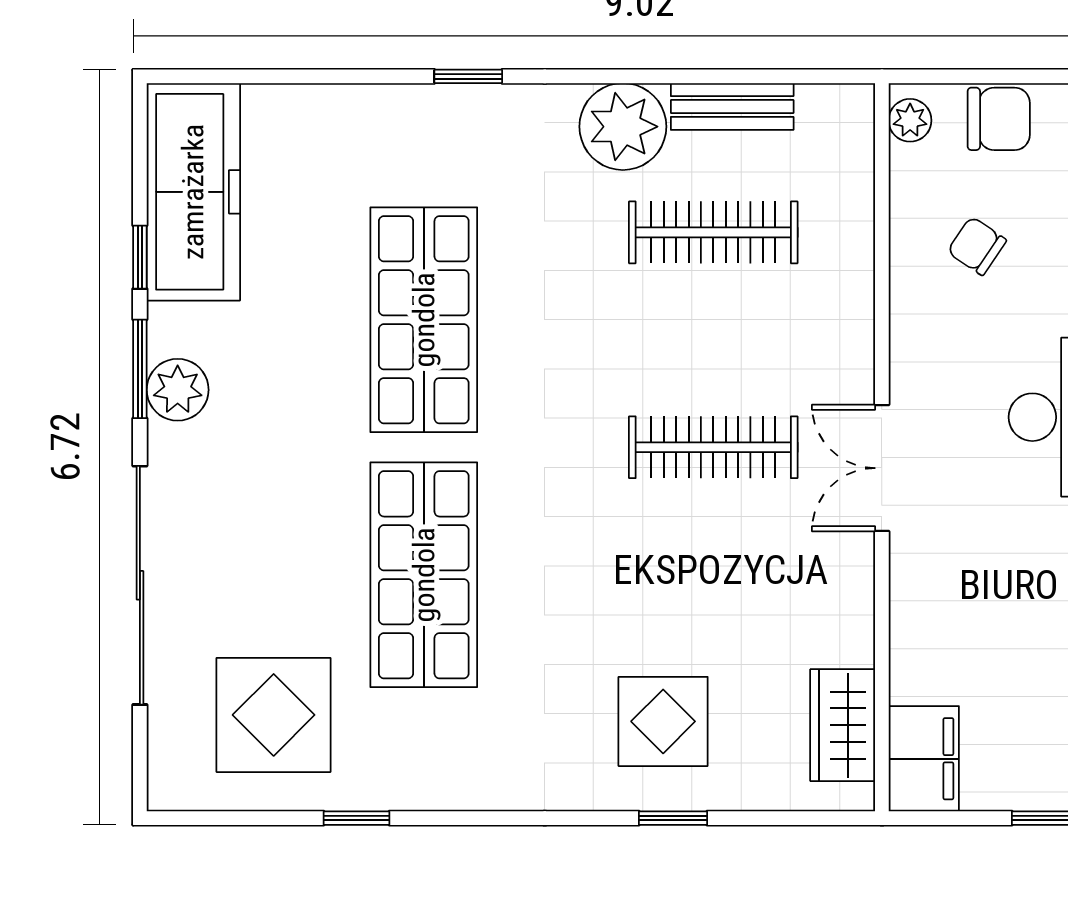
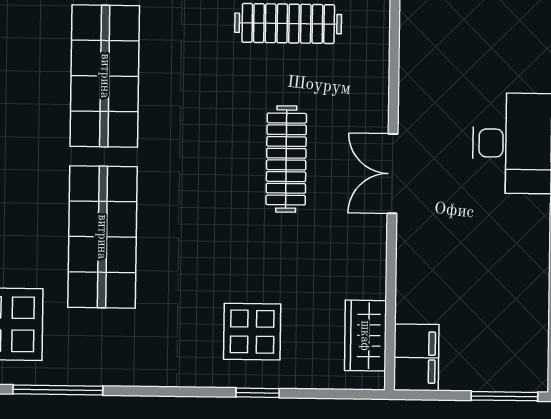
chair: (977, 246) -> (454, 34), removed
clothes rail: (713, 447) -> (286, 159), turned 90
window: (356, 818) -> (58, 390), width x2.17

